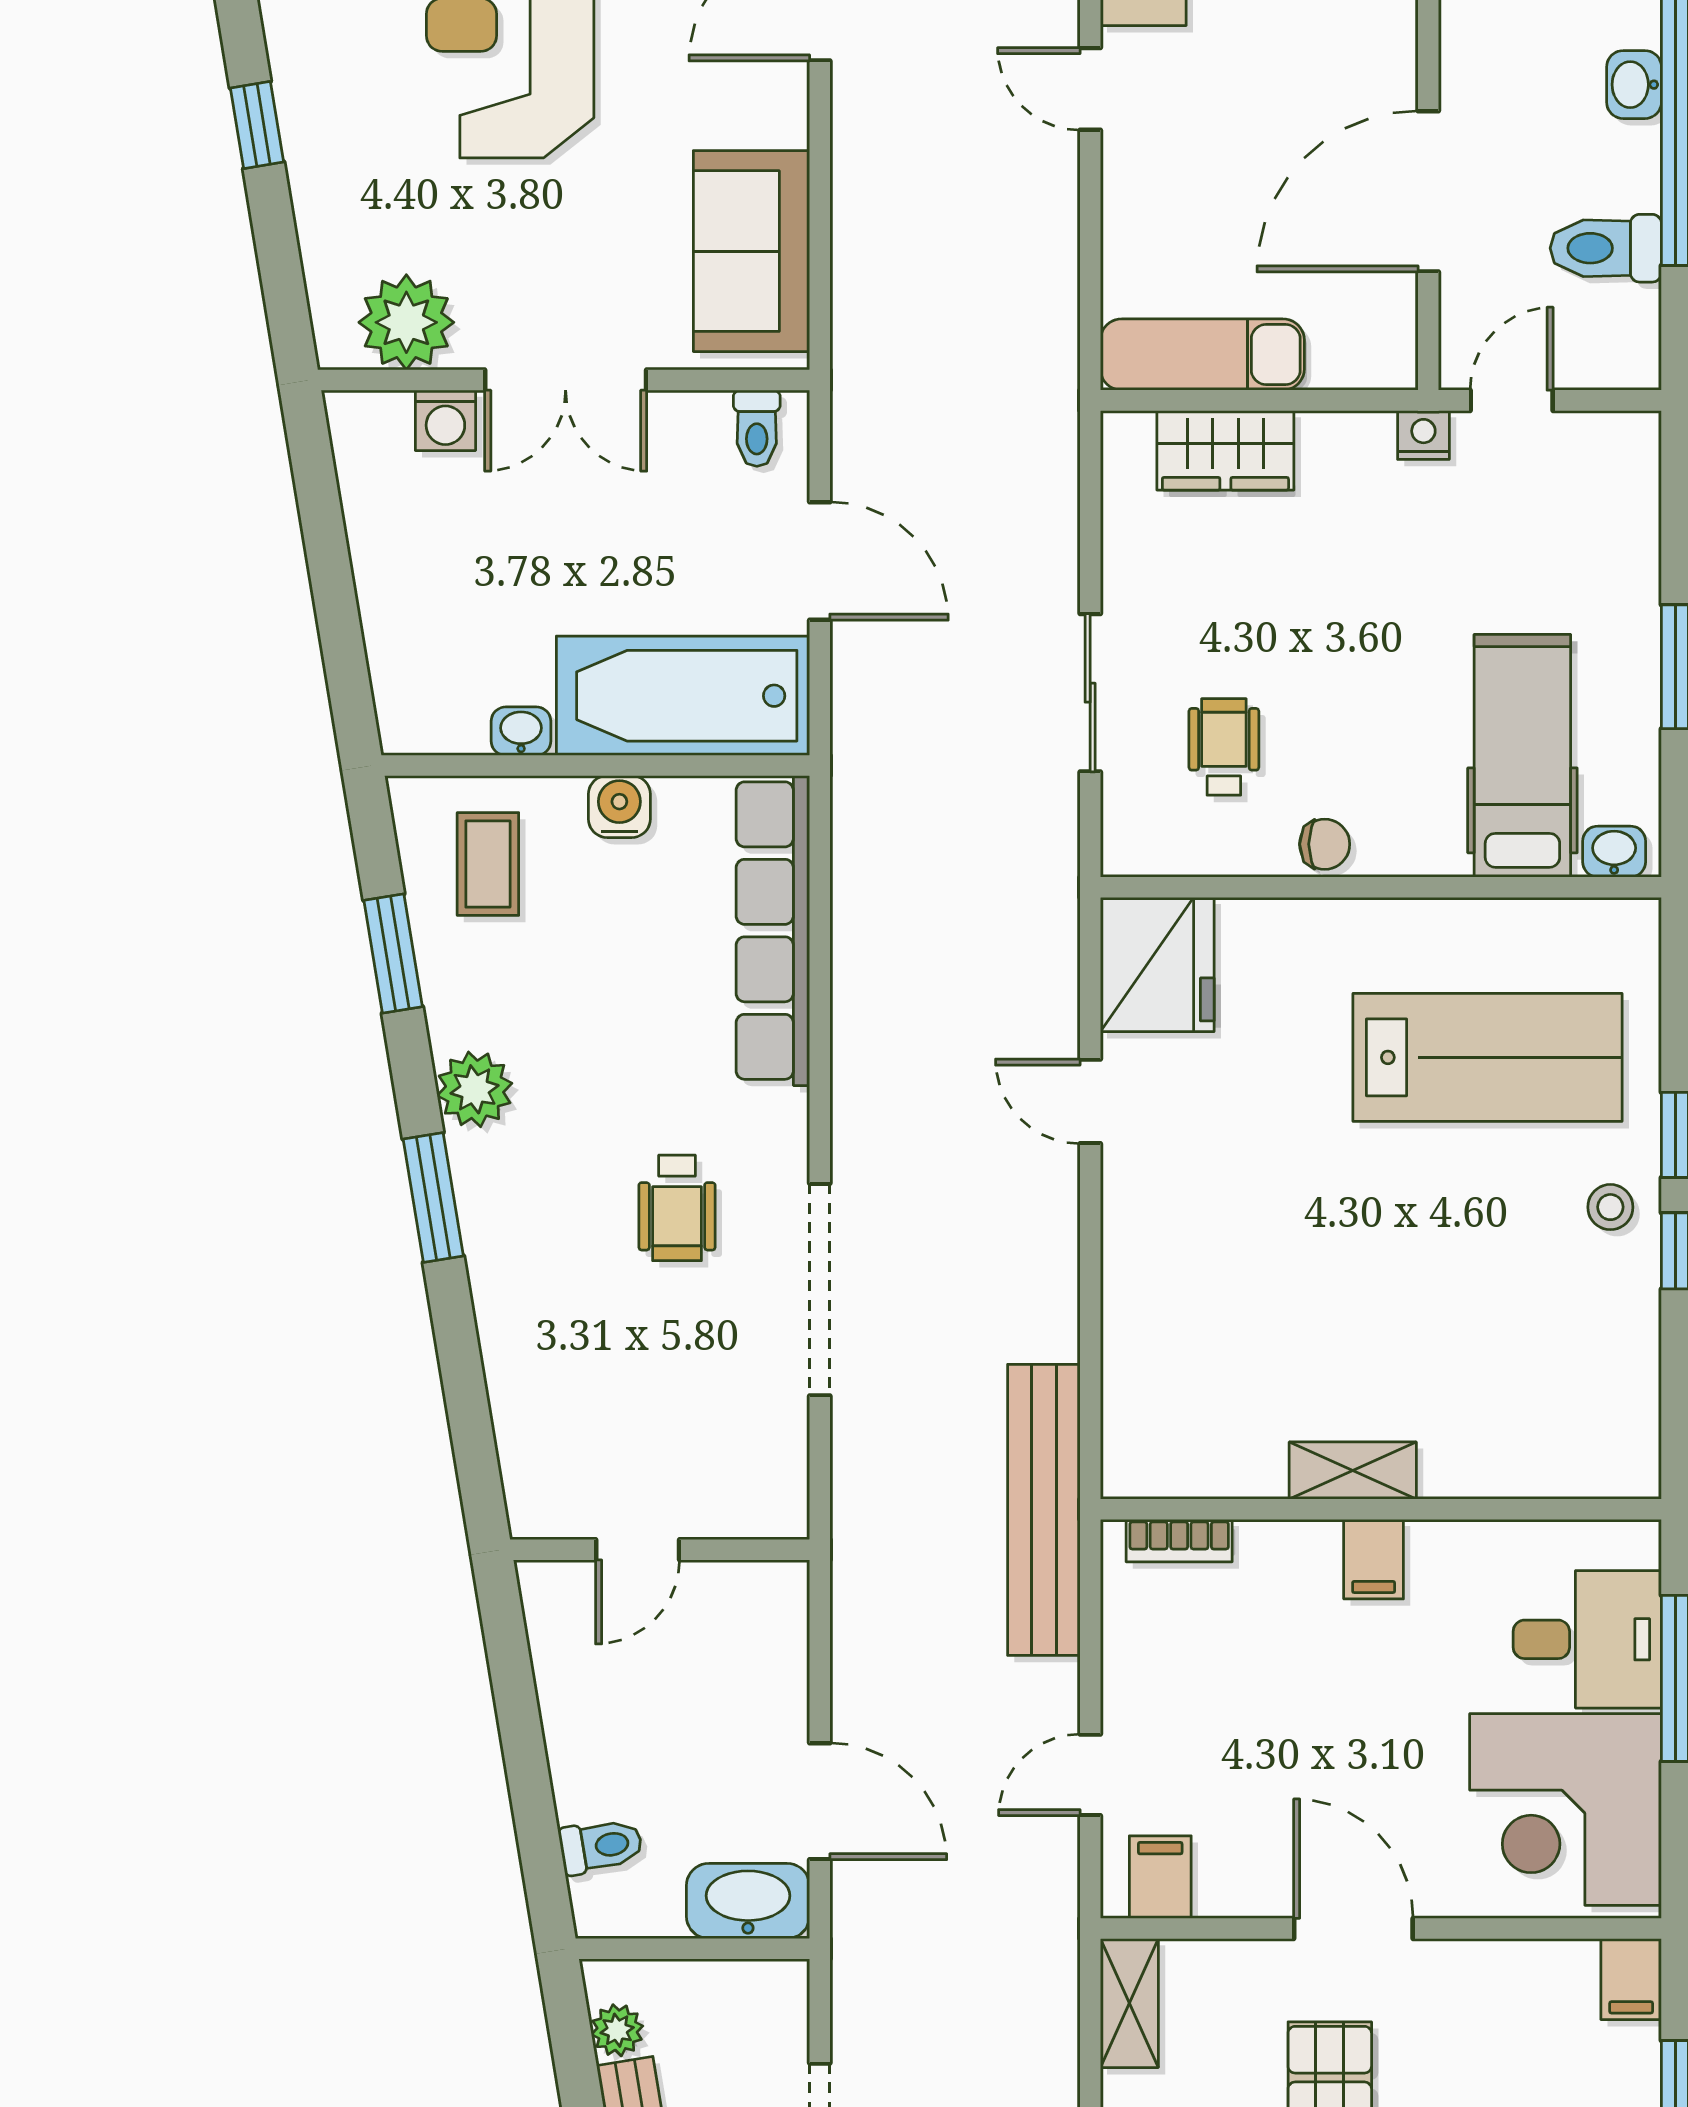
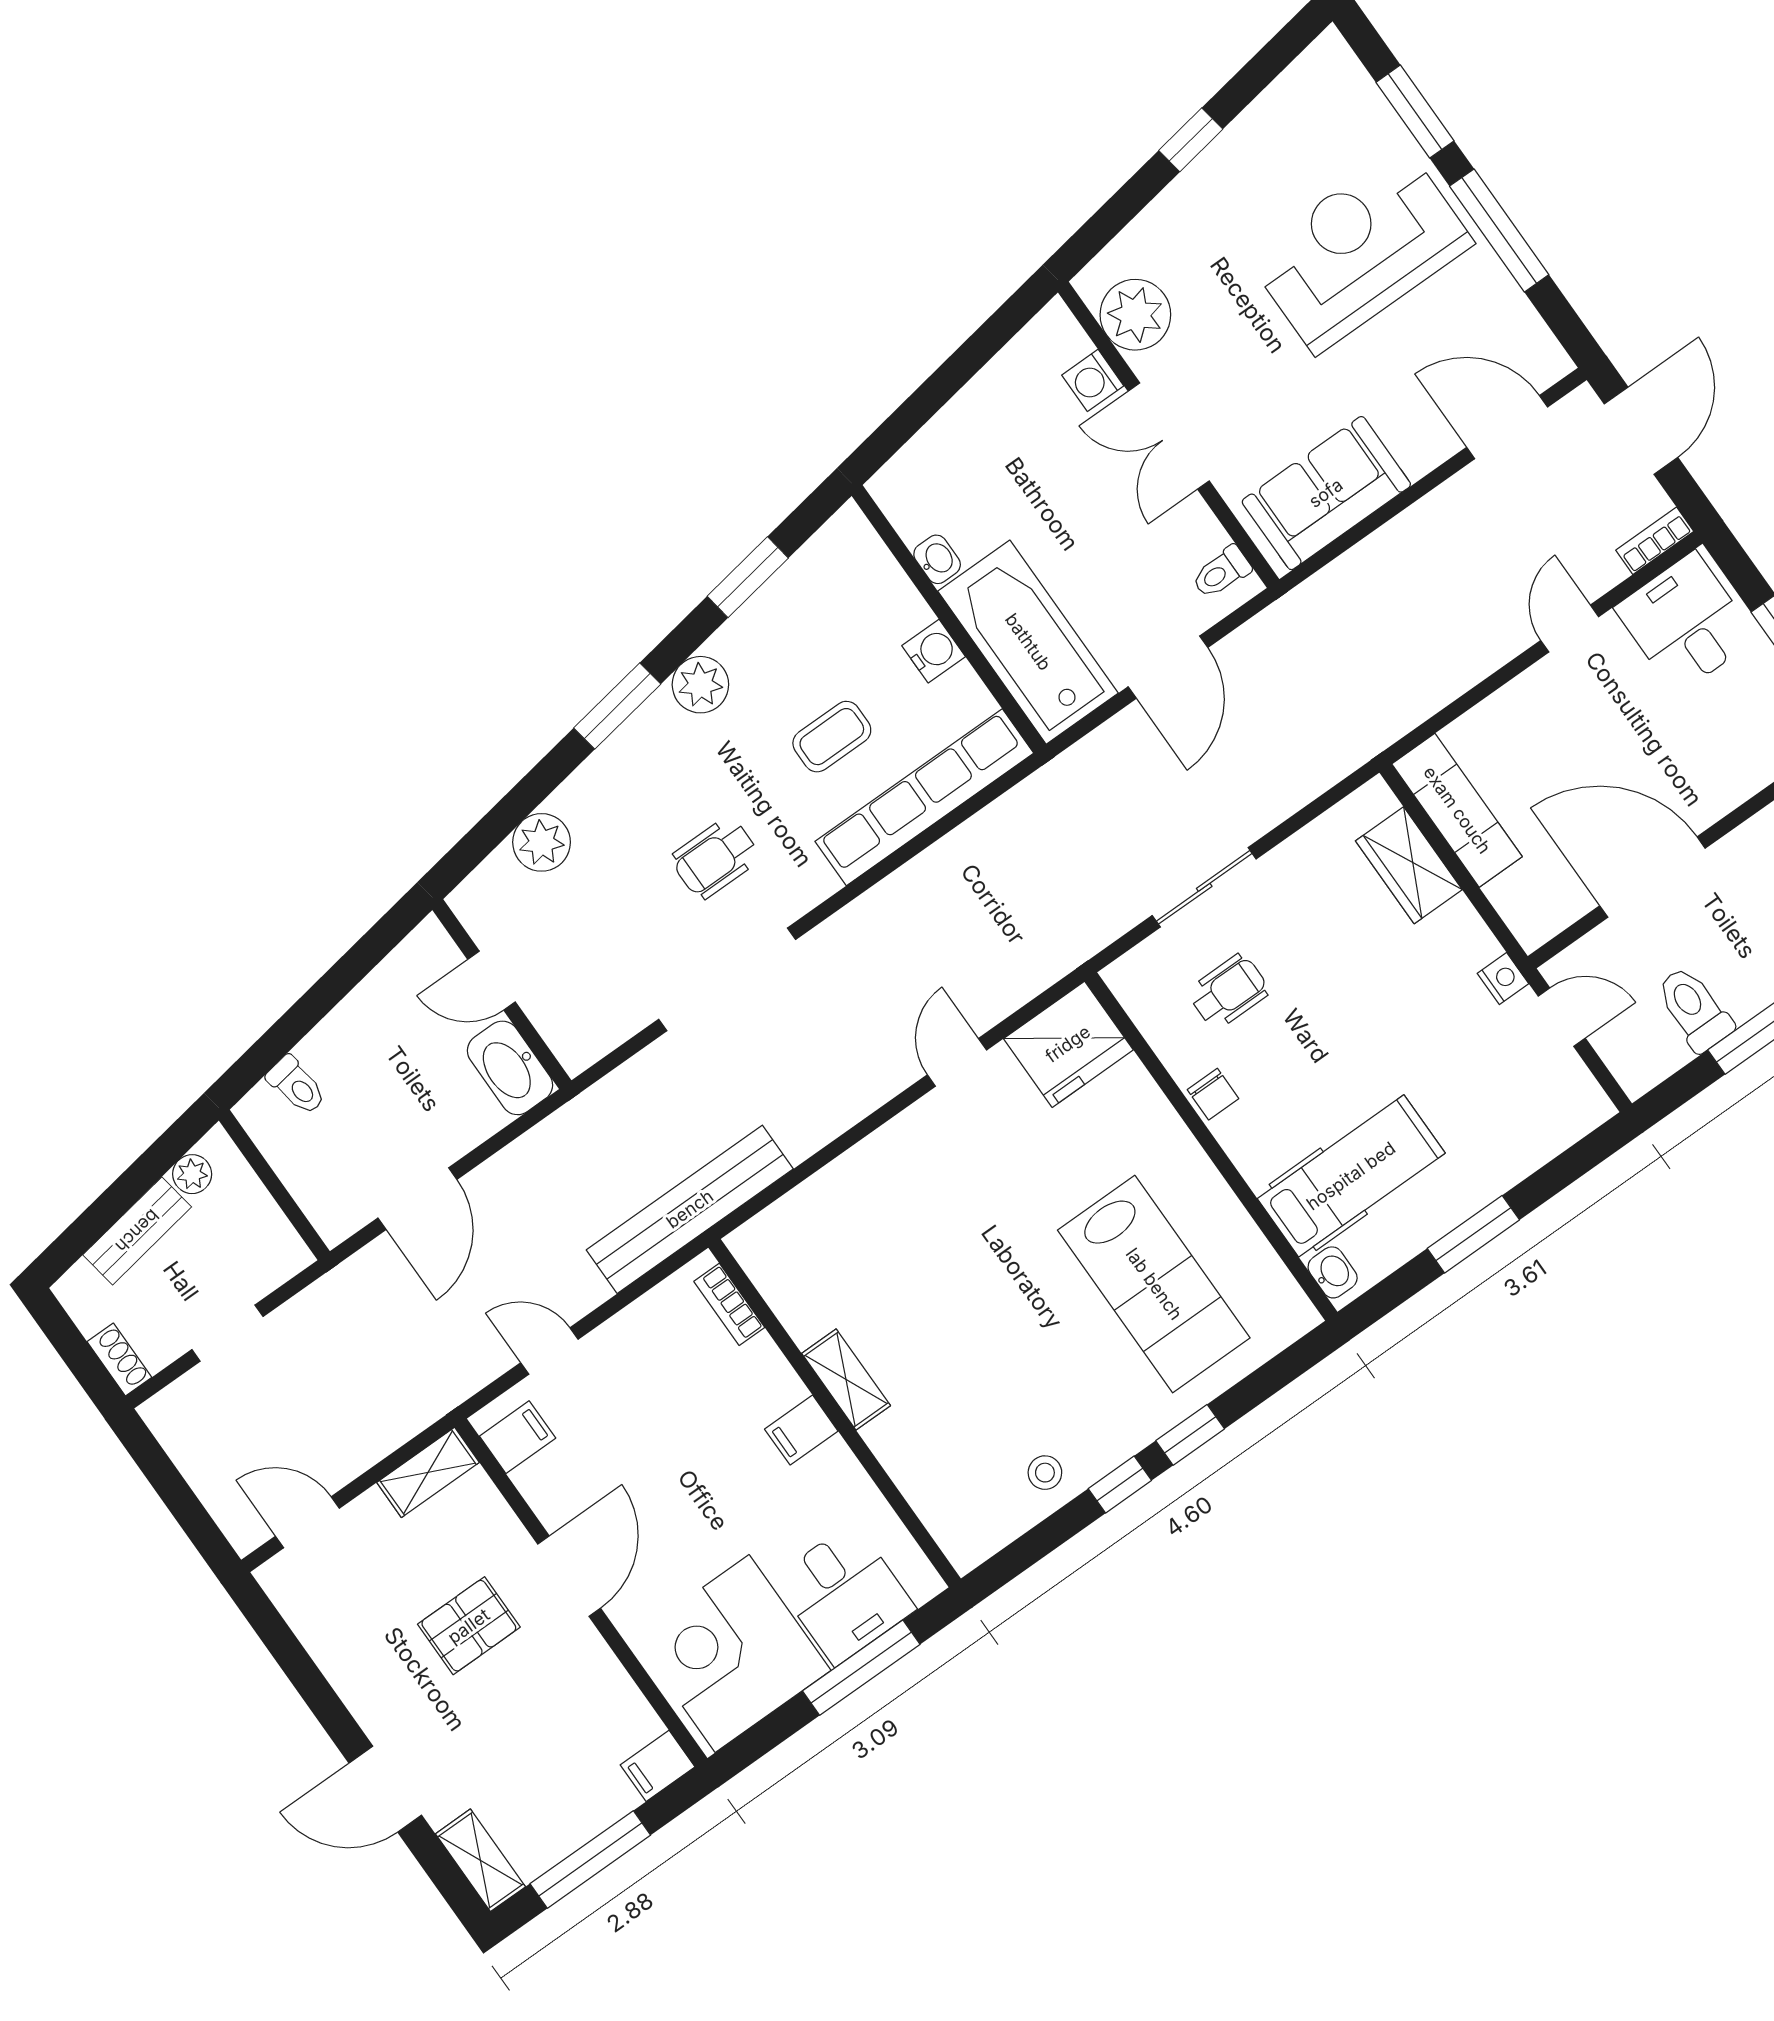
coffee table: (488, 864) -> (832, 737), moved
stool: (1610, 1207) -> (1045, 1473), moved
plant: (524, 1387) -> (542, 842), added
washbasin: (748, 1901) -> (510, 1068), moved, turned 180

